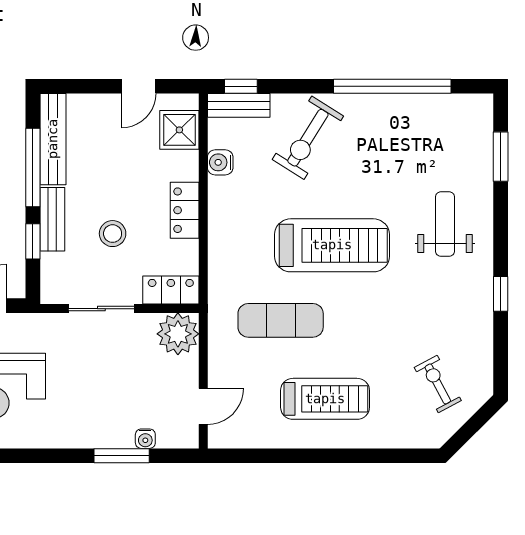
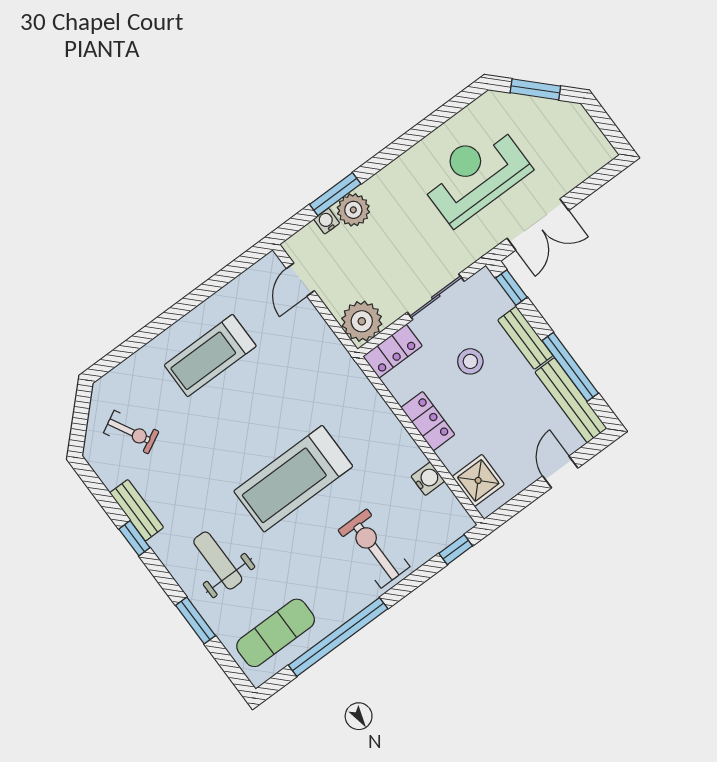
door: (139, 86) -> (560, 472), moved
bench: (239, 105) -> (137, 510), moved, turned 90
exercise bike: (308, 138) -> (374, 548), turned -32
window: (501, 157) -> (196, 621), moved
weight bench: (445, 224) -> (218, 560), turned 180
window: (33, 241) -> (511, 288), moved
exercise mat: (281, 320) -> (276, 633), moved
plant: (116, 432) -> (353, 210), added

